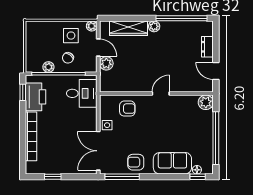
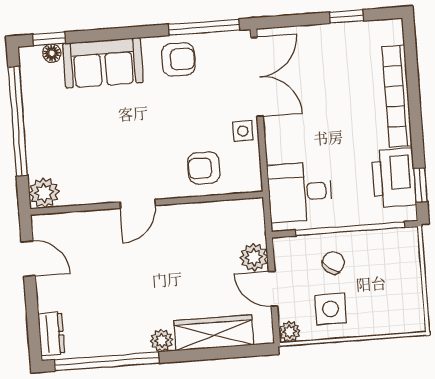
dresser: (207, 47) -> (51, 334), moved
plant: (48, 67) -> (372, 241), removed

